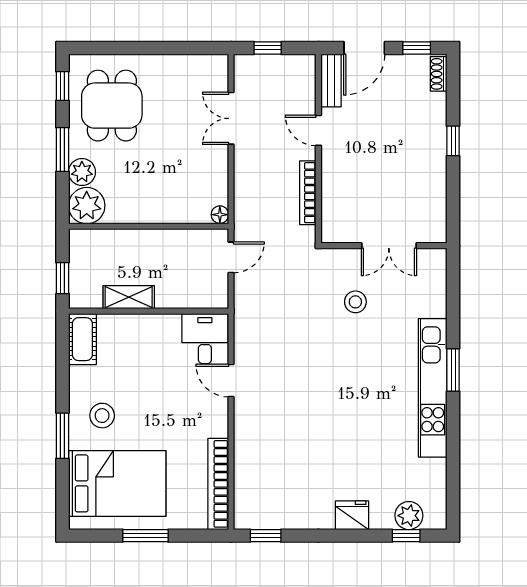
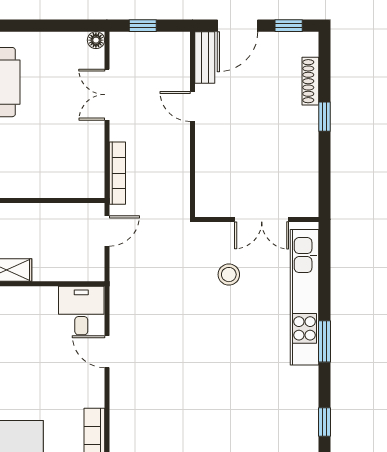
shoe rack: (439, 74) -> (310, 81), moved, width x1.43
bookcase: (308, 193) -> (117, 173), moved, turned 180
floor lamp: (220, 215) -> (96, 40), moved
kitchen unit: (433, 388) -> (304, 297), moved
window: (453, 452) -> (324, 422), added

